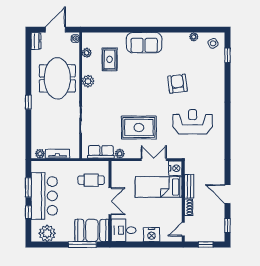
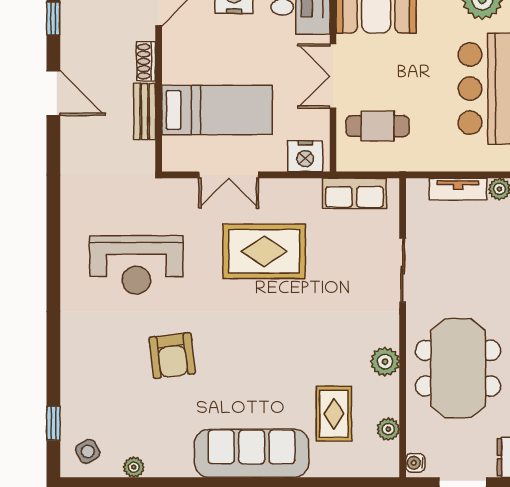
sofa: (144, 43) -> (252, 453), width x1.36
plant: (120, 154) -> (310, 189), removed
nightstand: (175, 168) -> (305, 156), moved, turned -90

